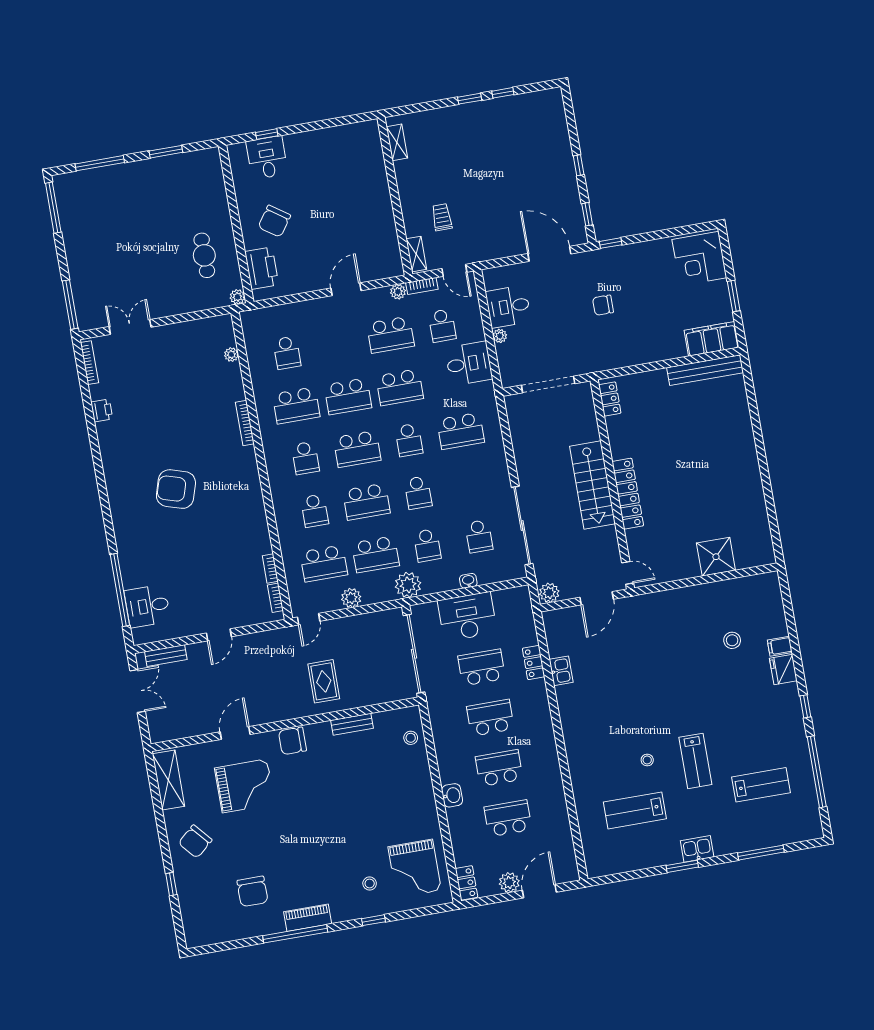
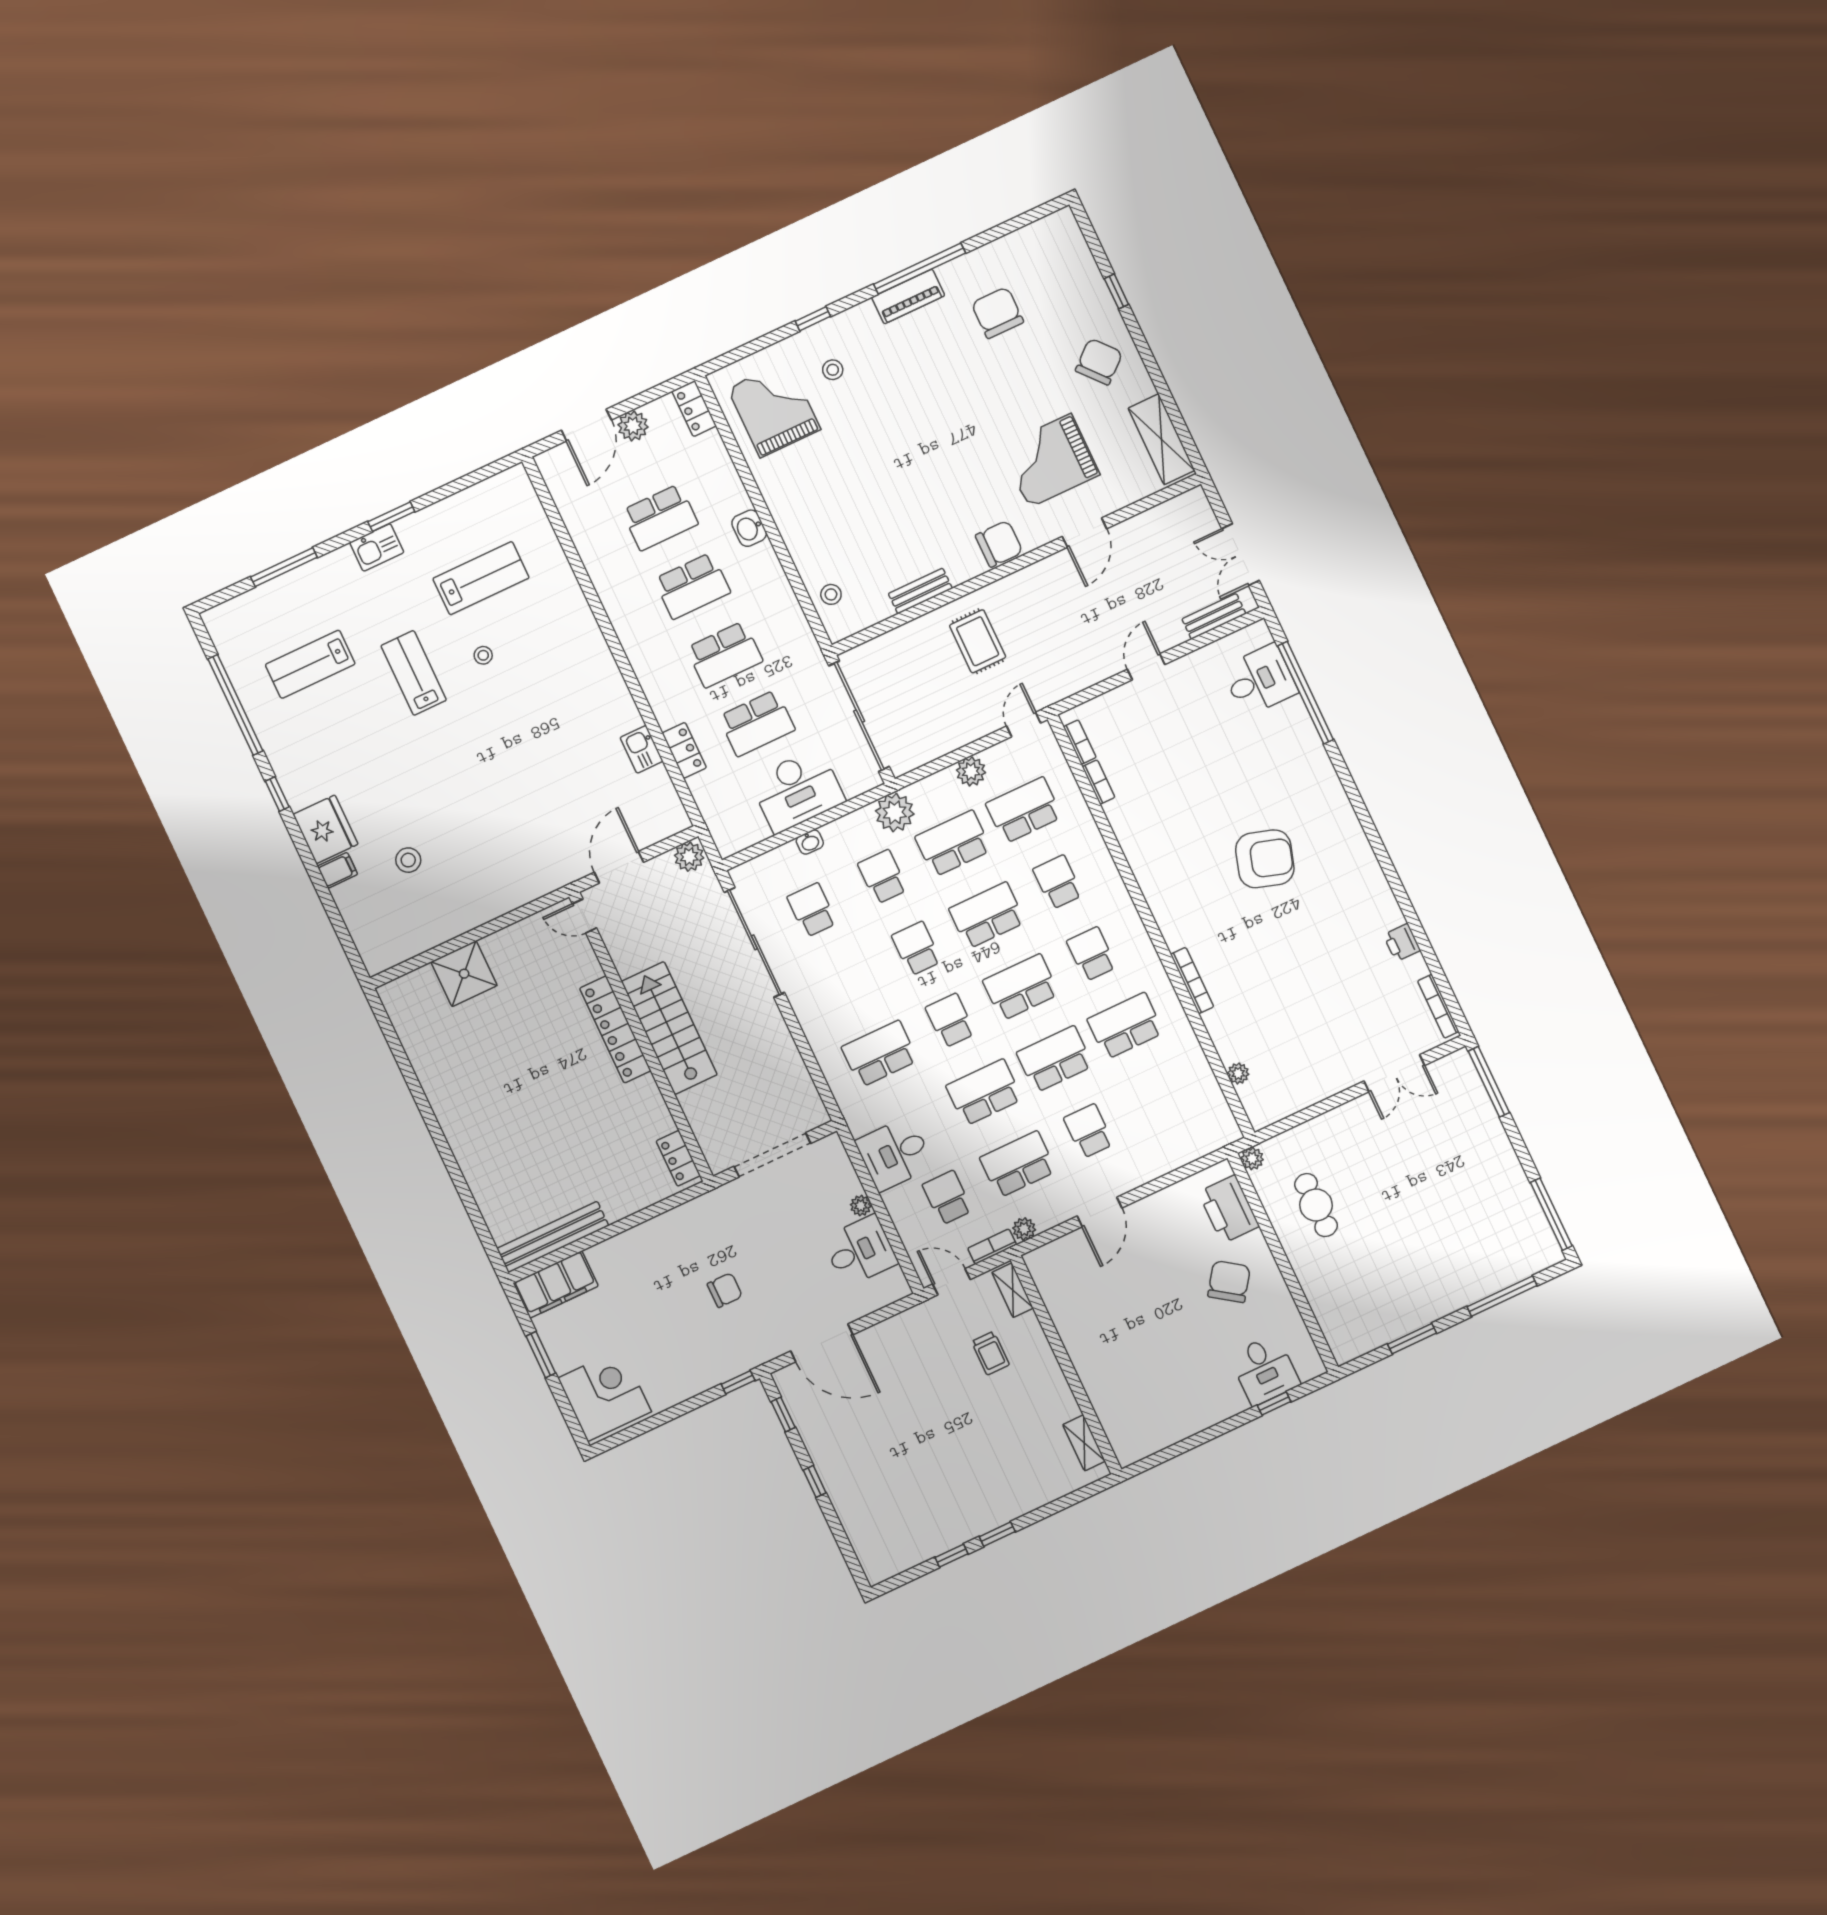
school desk: (287, 353) -> (1089, 1131), moved
fridge: (783, 669) -> (326, 829), width x1.36, depth x1.34

